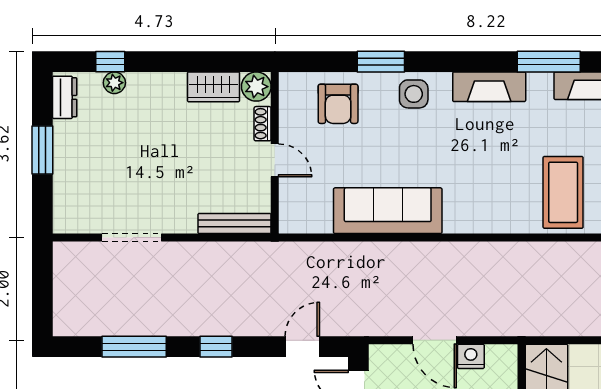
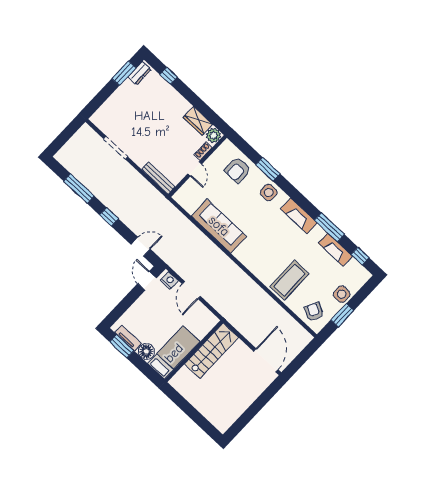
plant: (114, 83) -> (163, 85), removed
window: (42, 150) -> (124, 73), moved
nightstand: (471, 356) -> (169, 280), moved

